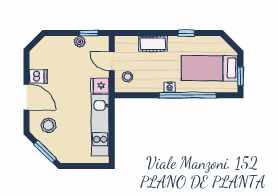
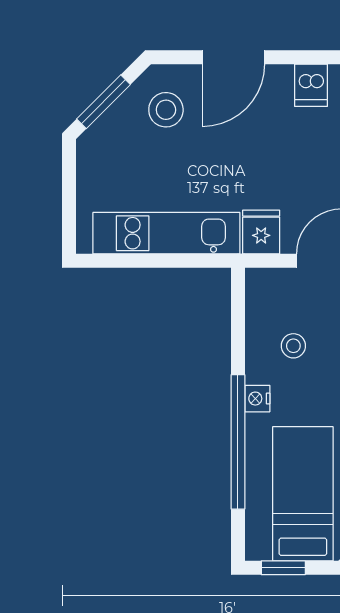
dishwasher: (38, 76) -> (311, 85), moved
stool: (128, 77) -> (293, 346), moved

